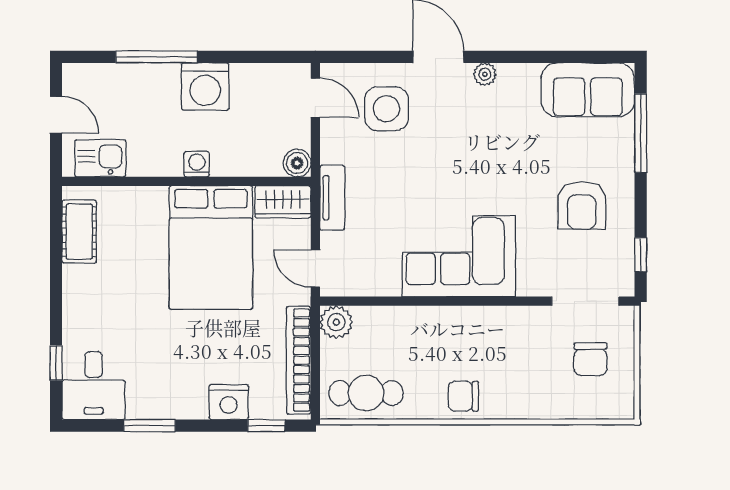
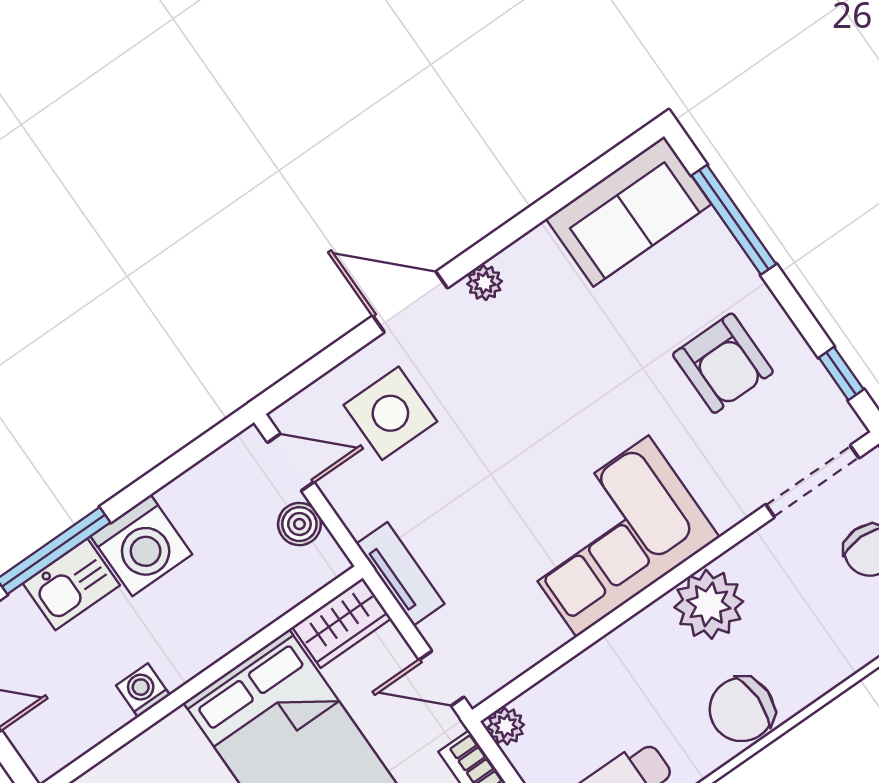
kitchen sink: (100, 158) -> (71, 584), moved, turned 180
boiler: (297, 163) -> (299, 524), moved
washing machine: (197, 164) -> (143, 690), moved
plant: (336, 322) -> (506, 726), width x0.73, depth x0.73
plant: (485, 328) -> (709, 604), added
chair: (463, 396) -> (742, 709), width x1.37, depth x1.37

